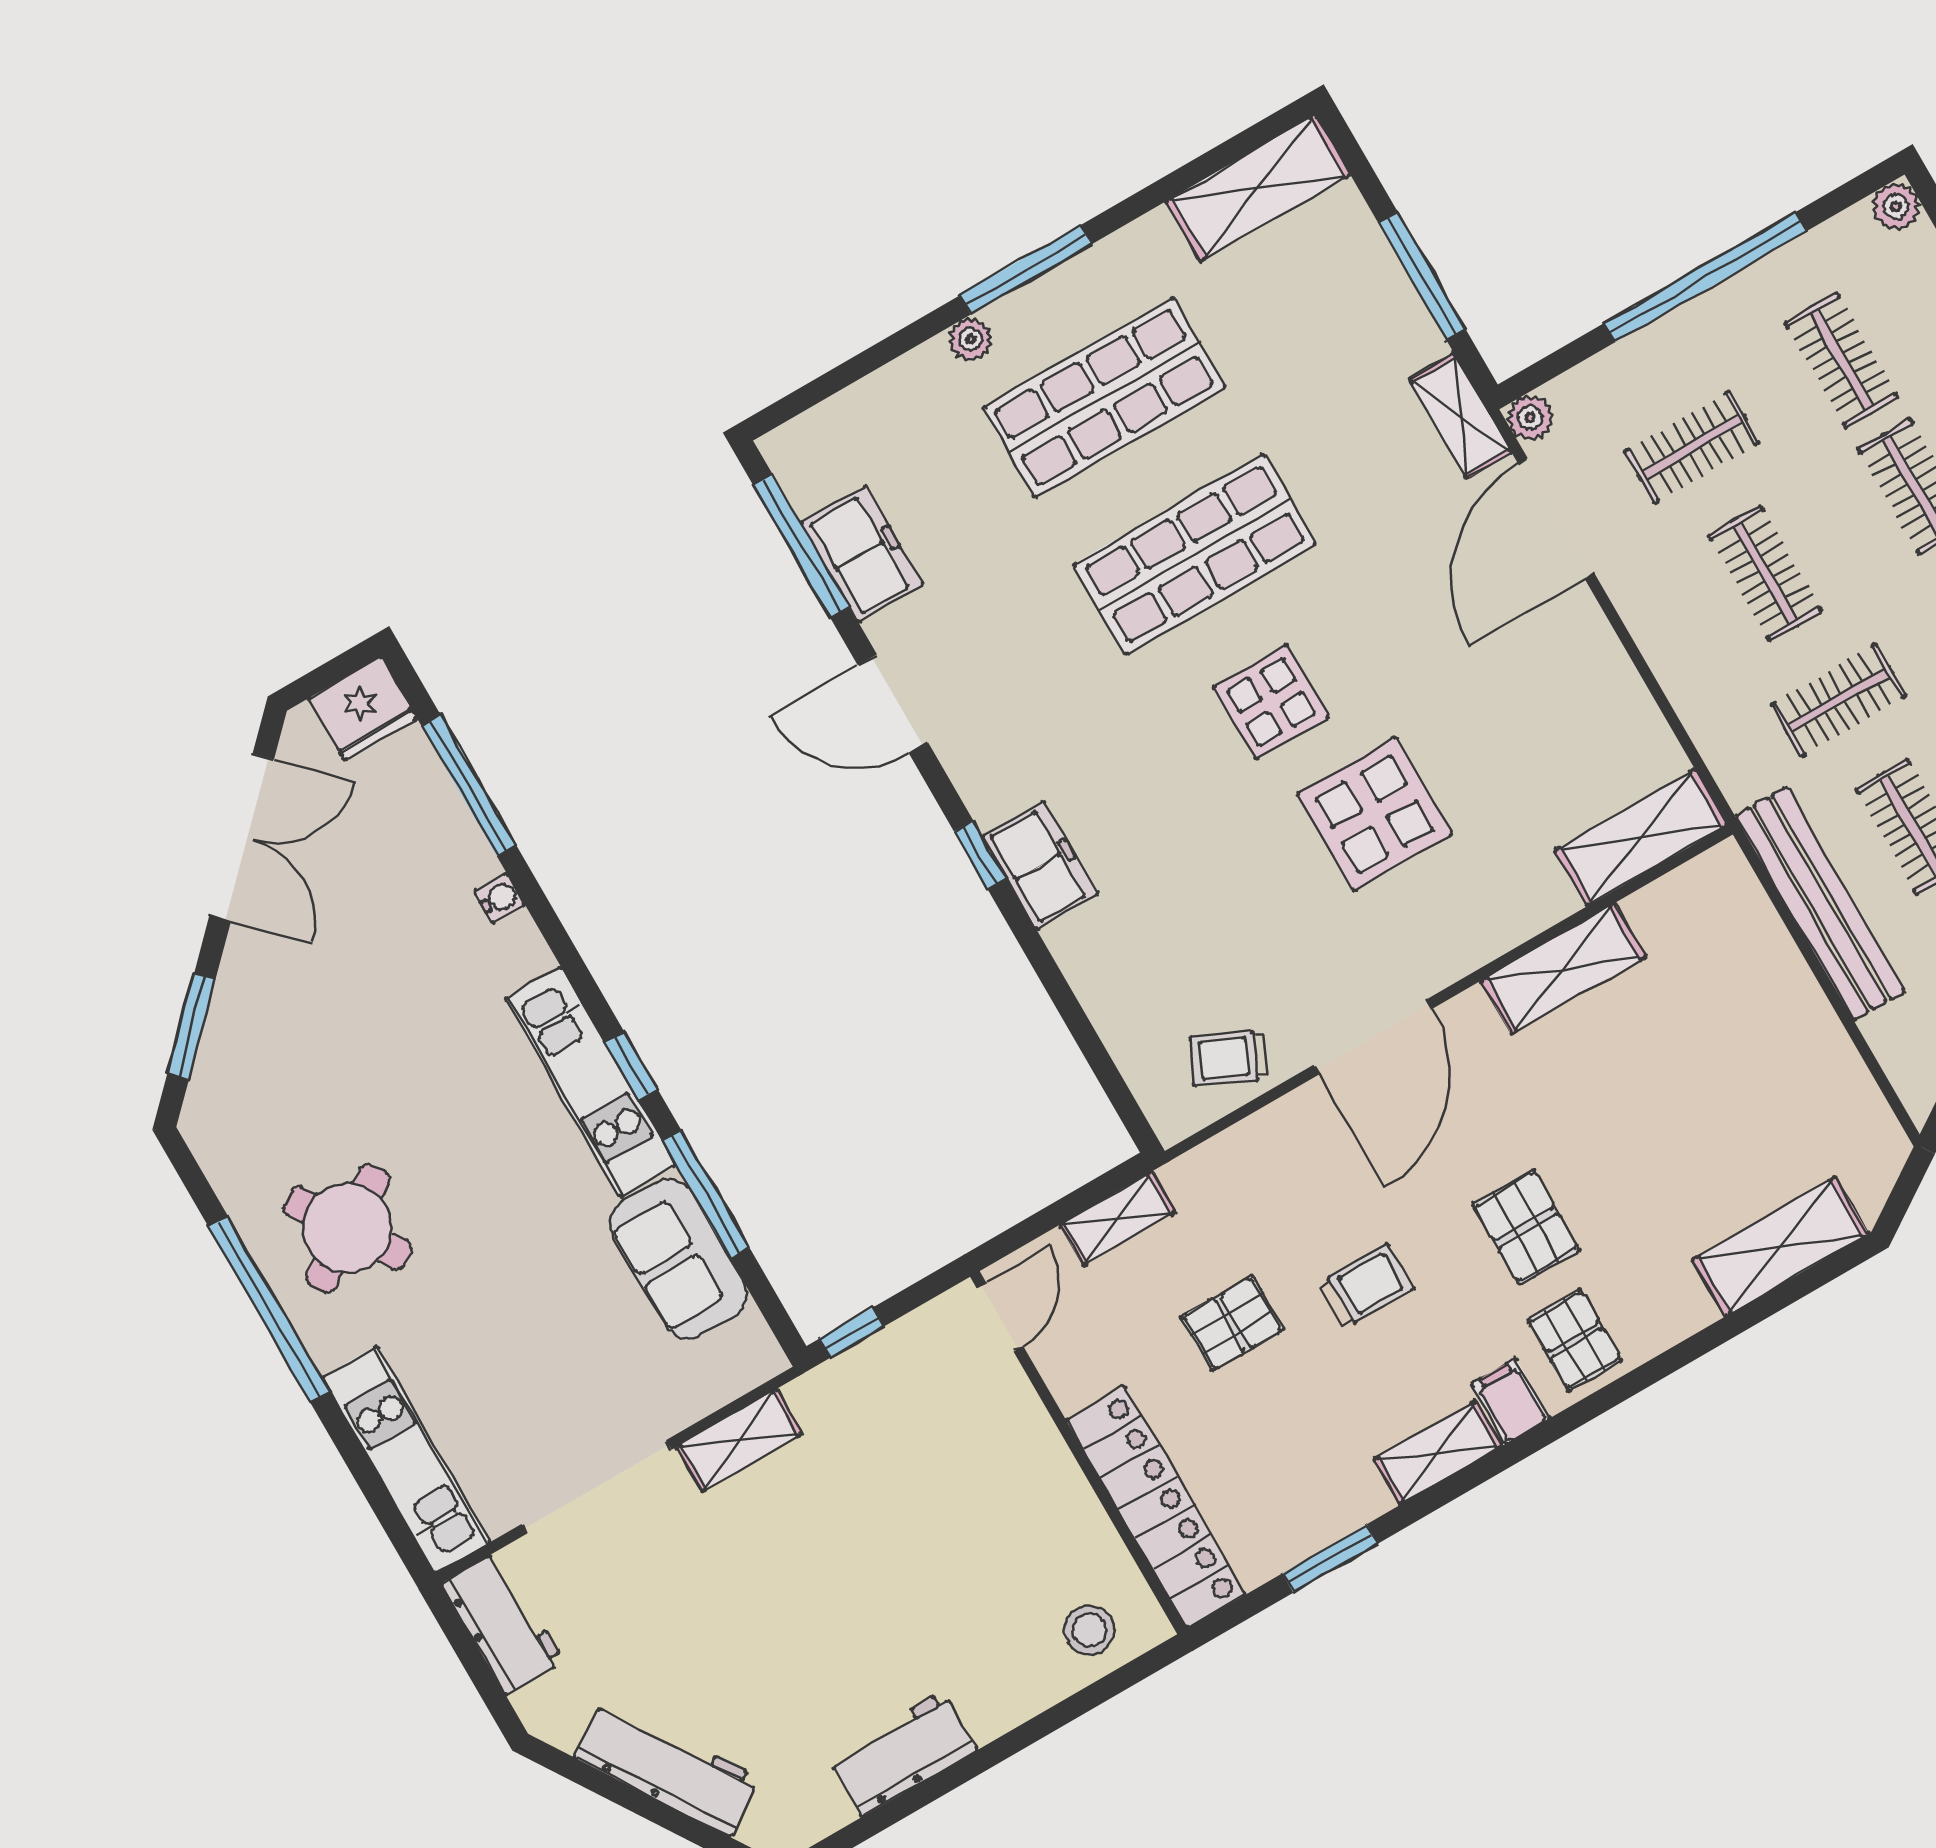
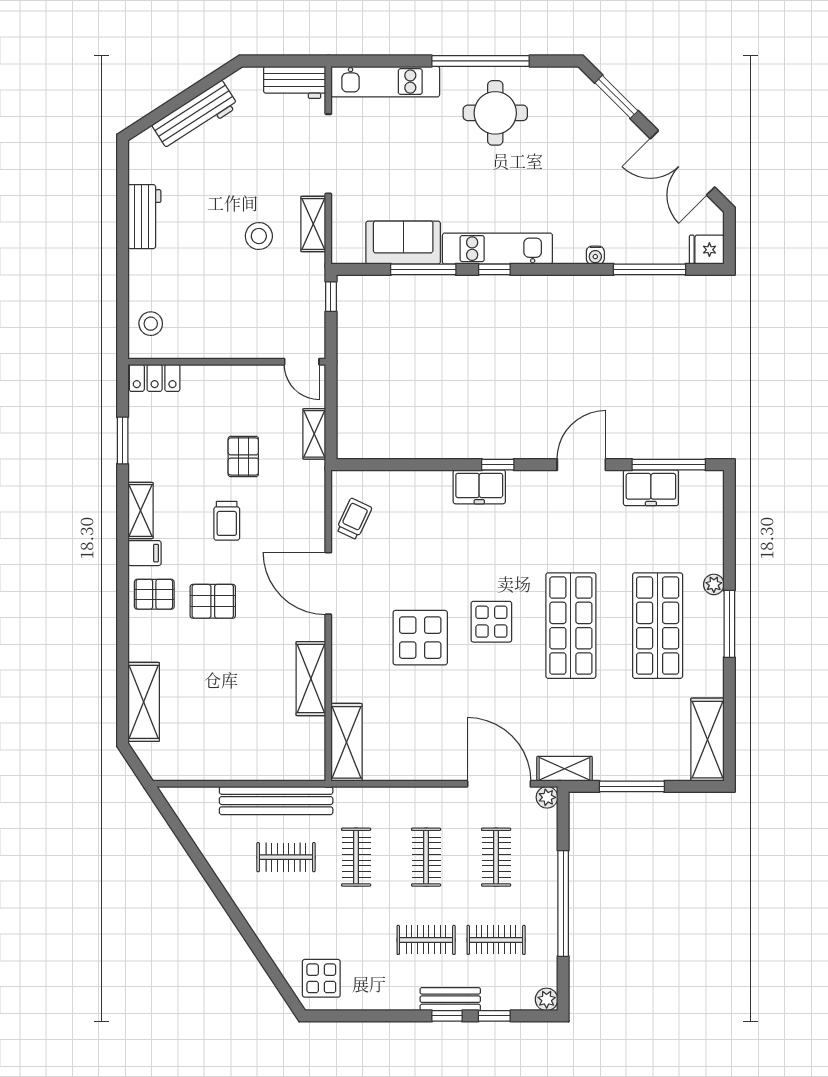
clothes rail: (1765, 573) -> (426, 857), turned 90
fridge: (363, 709) -> (707, 250), width x0.72
round table: (347, 1228) -> (495, 113), turned 33
locker: (1156, 1507) -> (155, 378), width x0.46, depth x0.83
stool: (818, 1526) -> (259, 236), added

